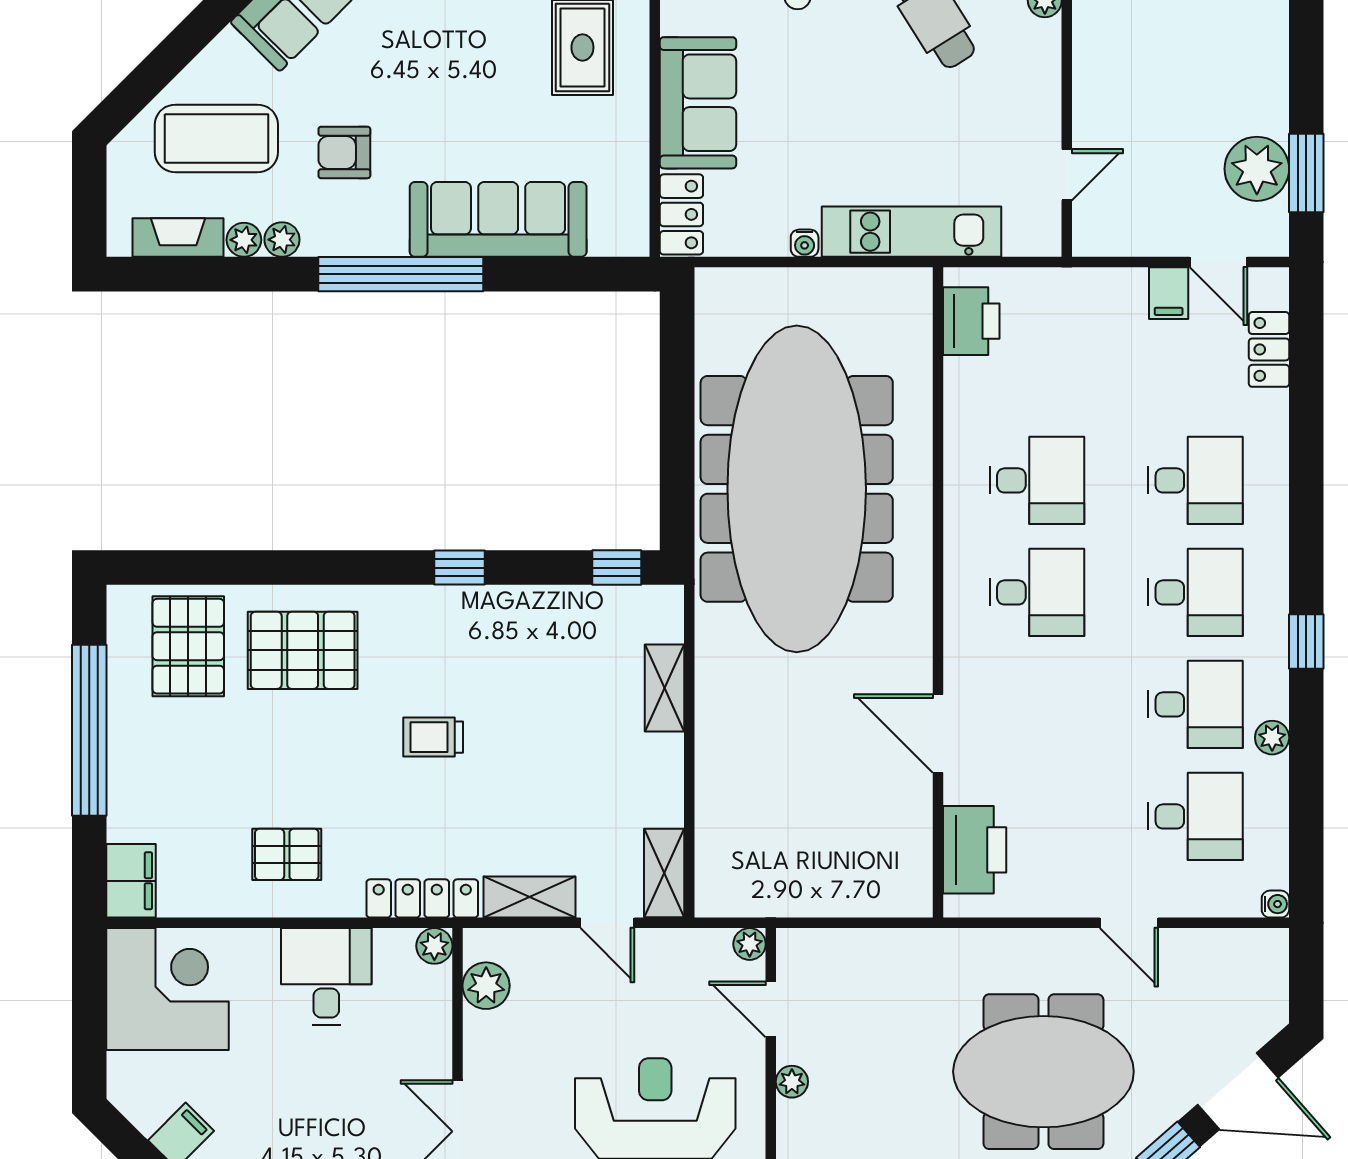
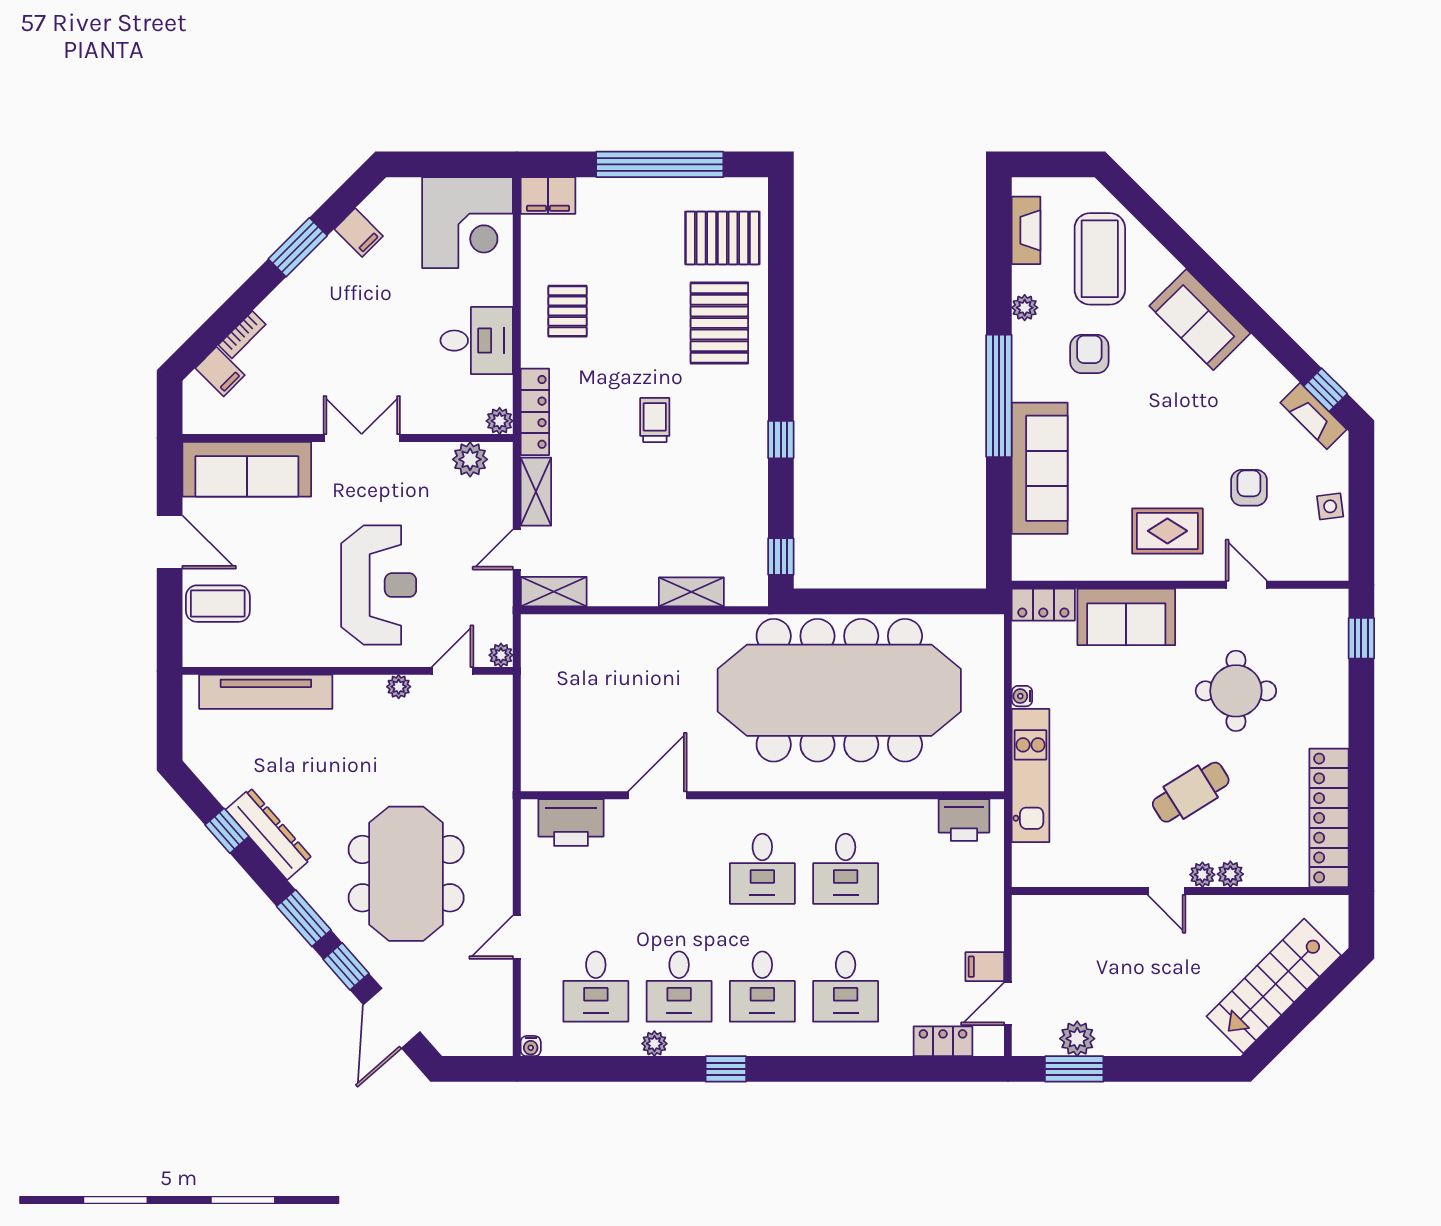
plant: (1257, 169) -> (1077, 1039), width x0.73, depth x0.73
door: (1067, 175) -> (1167, 891), moved
plant: (244, 240) -> (1024, 279), removed

